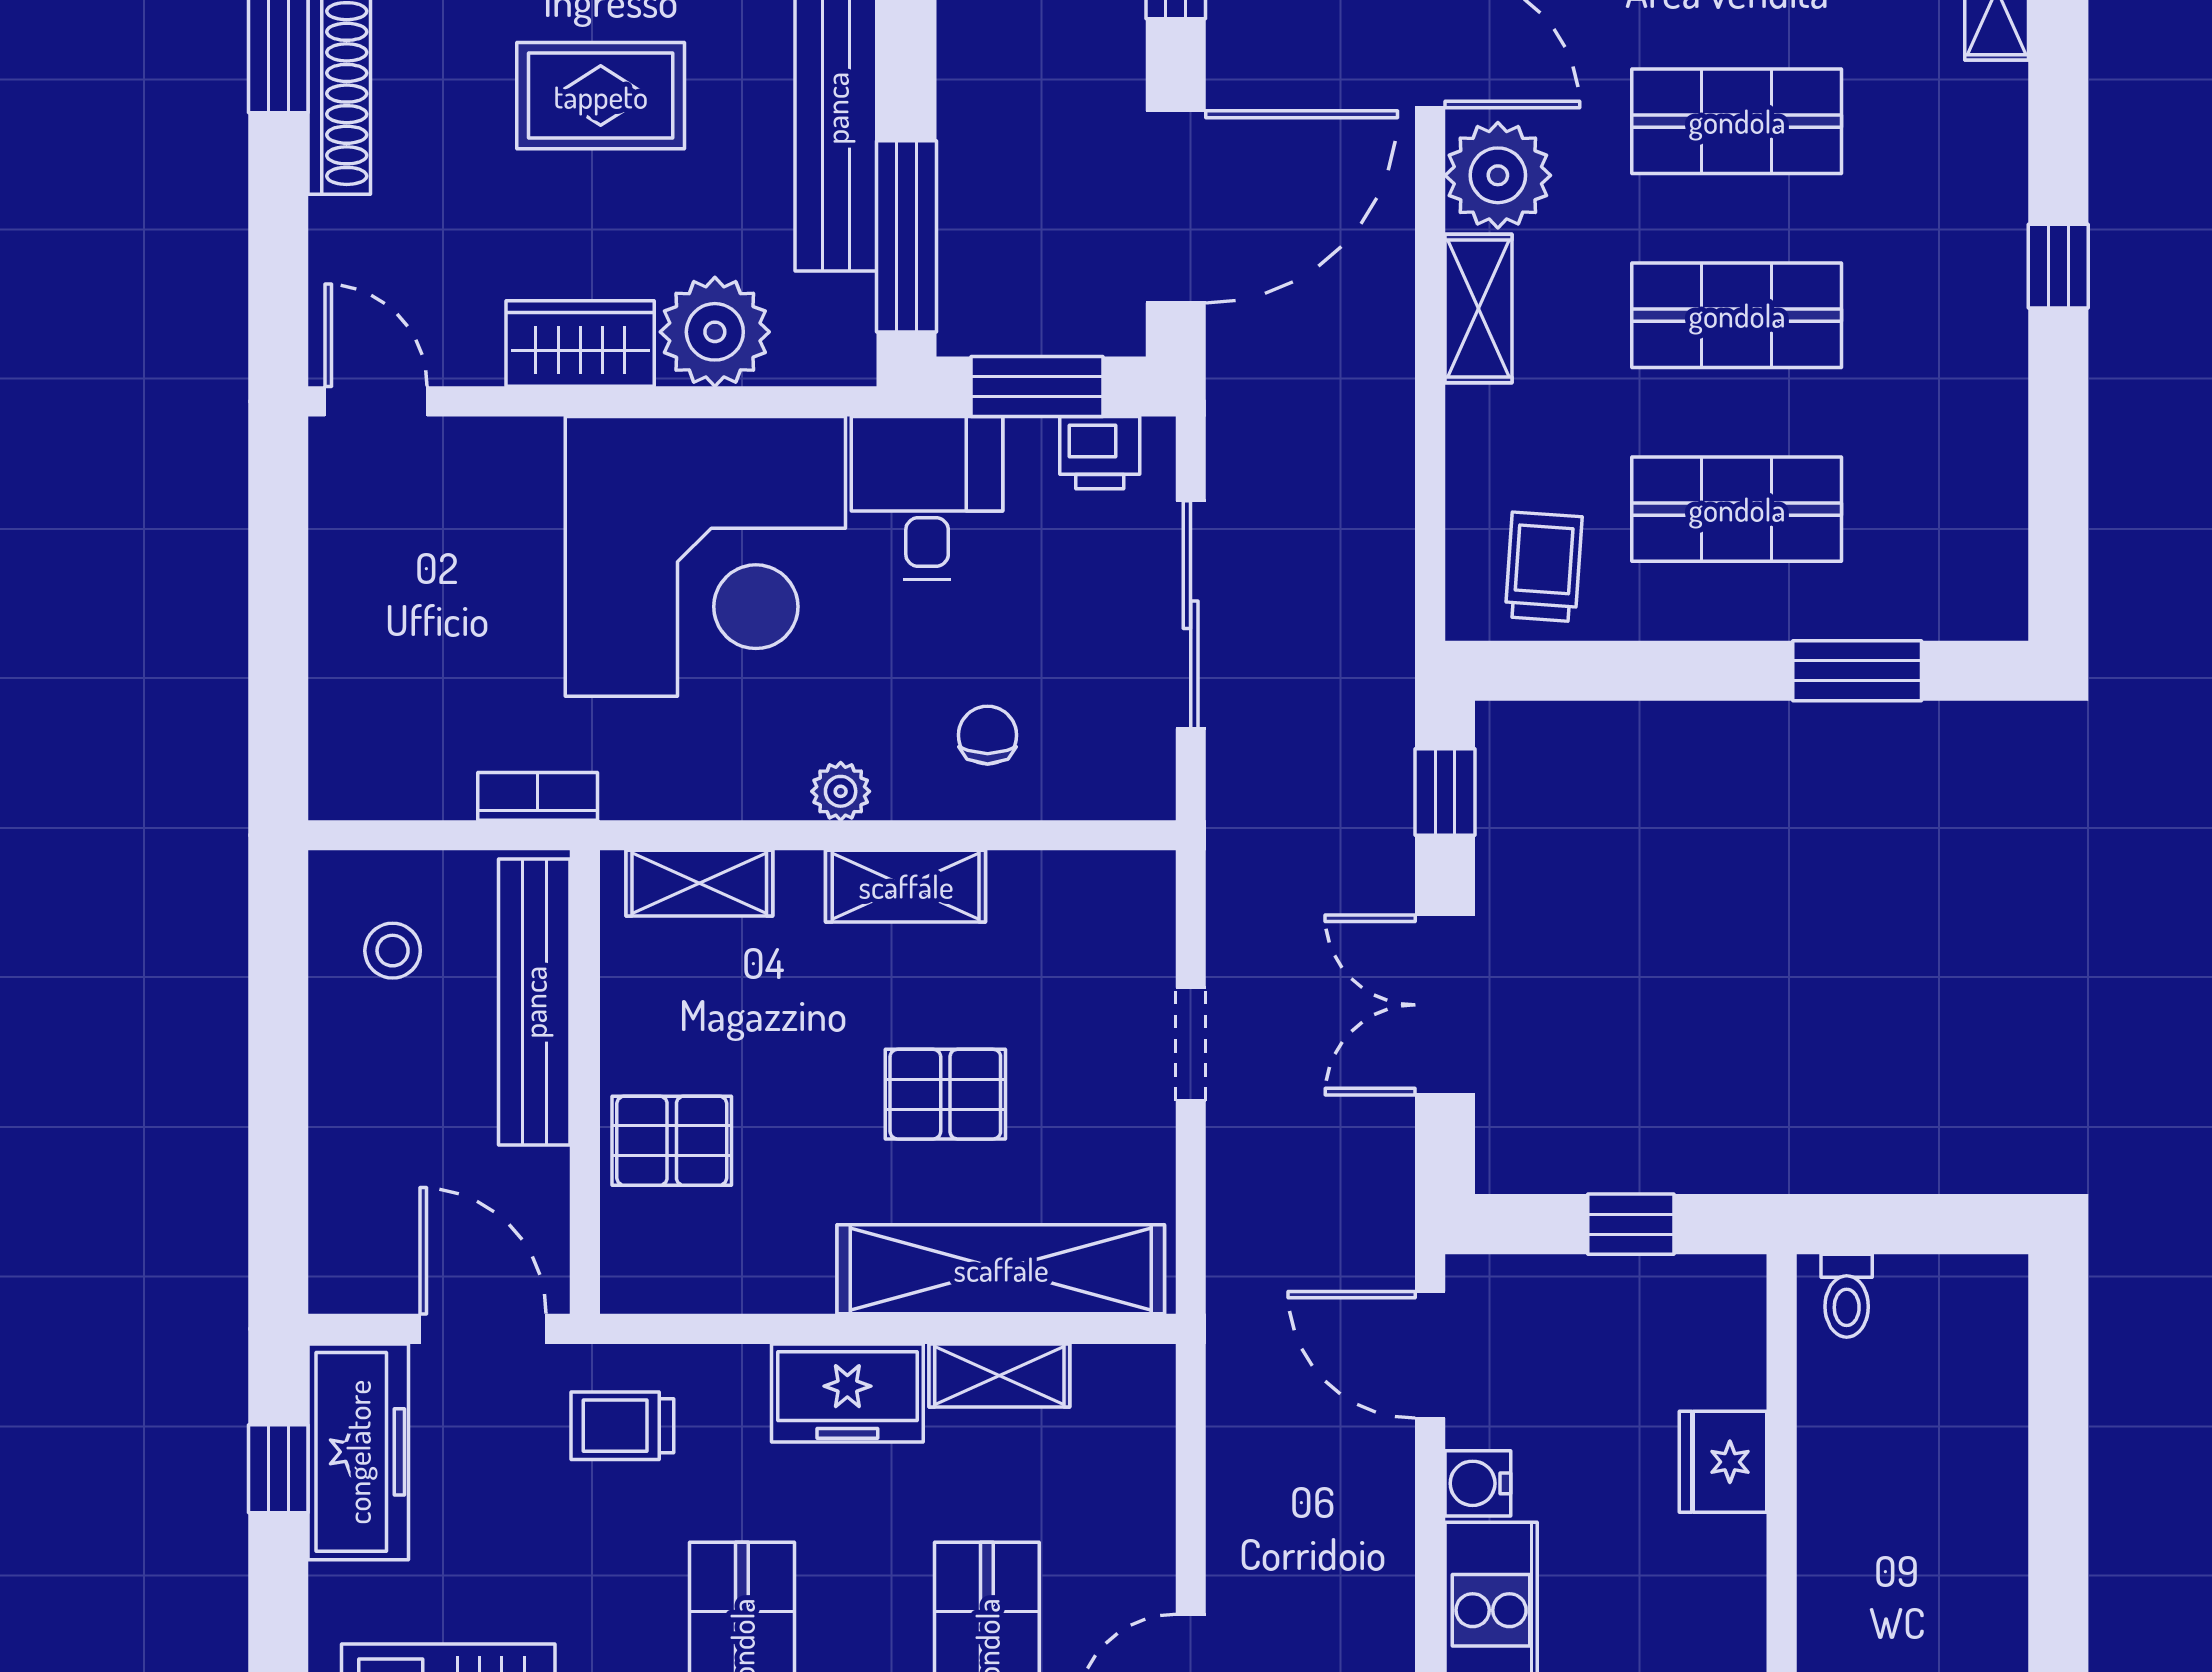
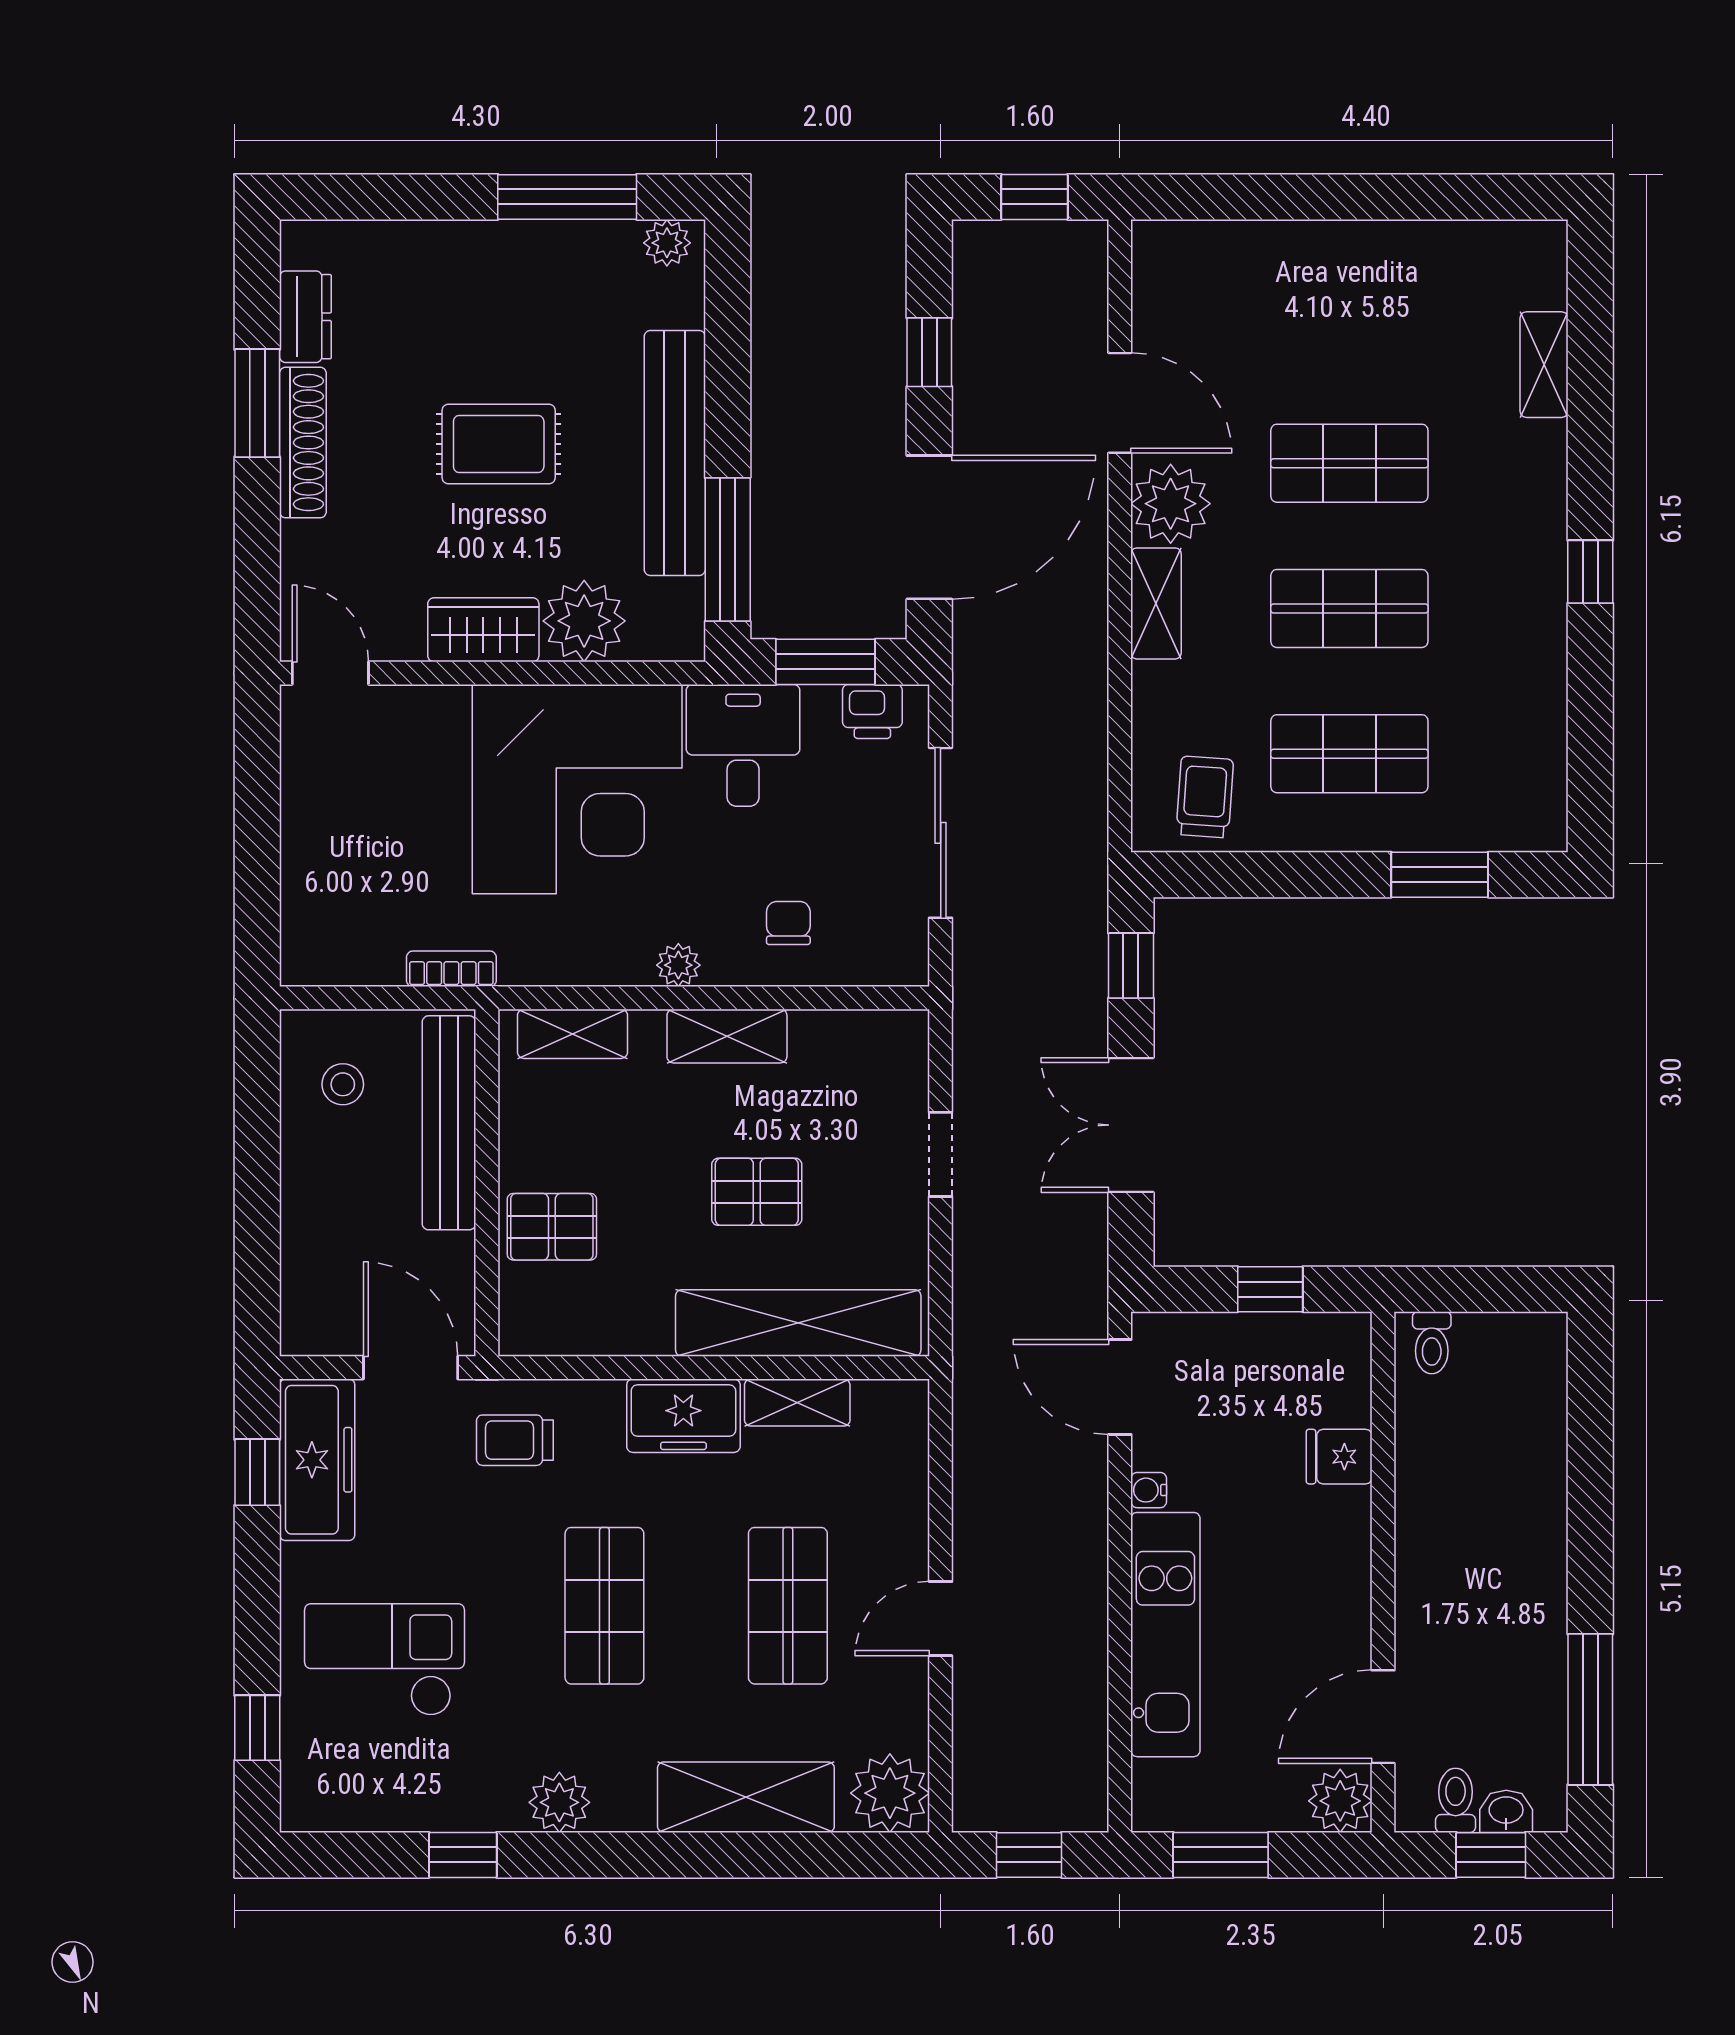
fridge: (1723, 1462) -> (1339, 1457), width x0.72
water cooler: (1478, 1483) -> (1149, 1490), width x0.72, depth x0.72

